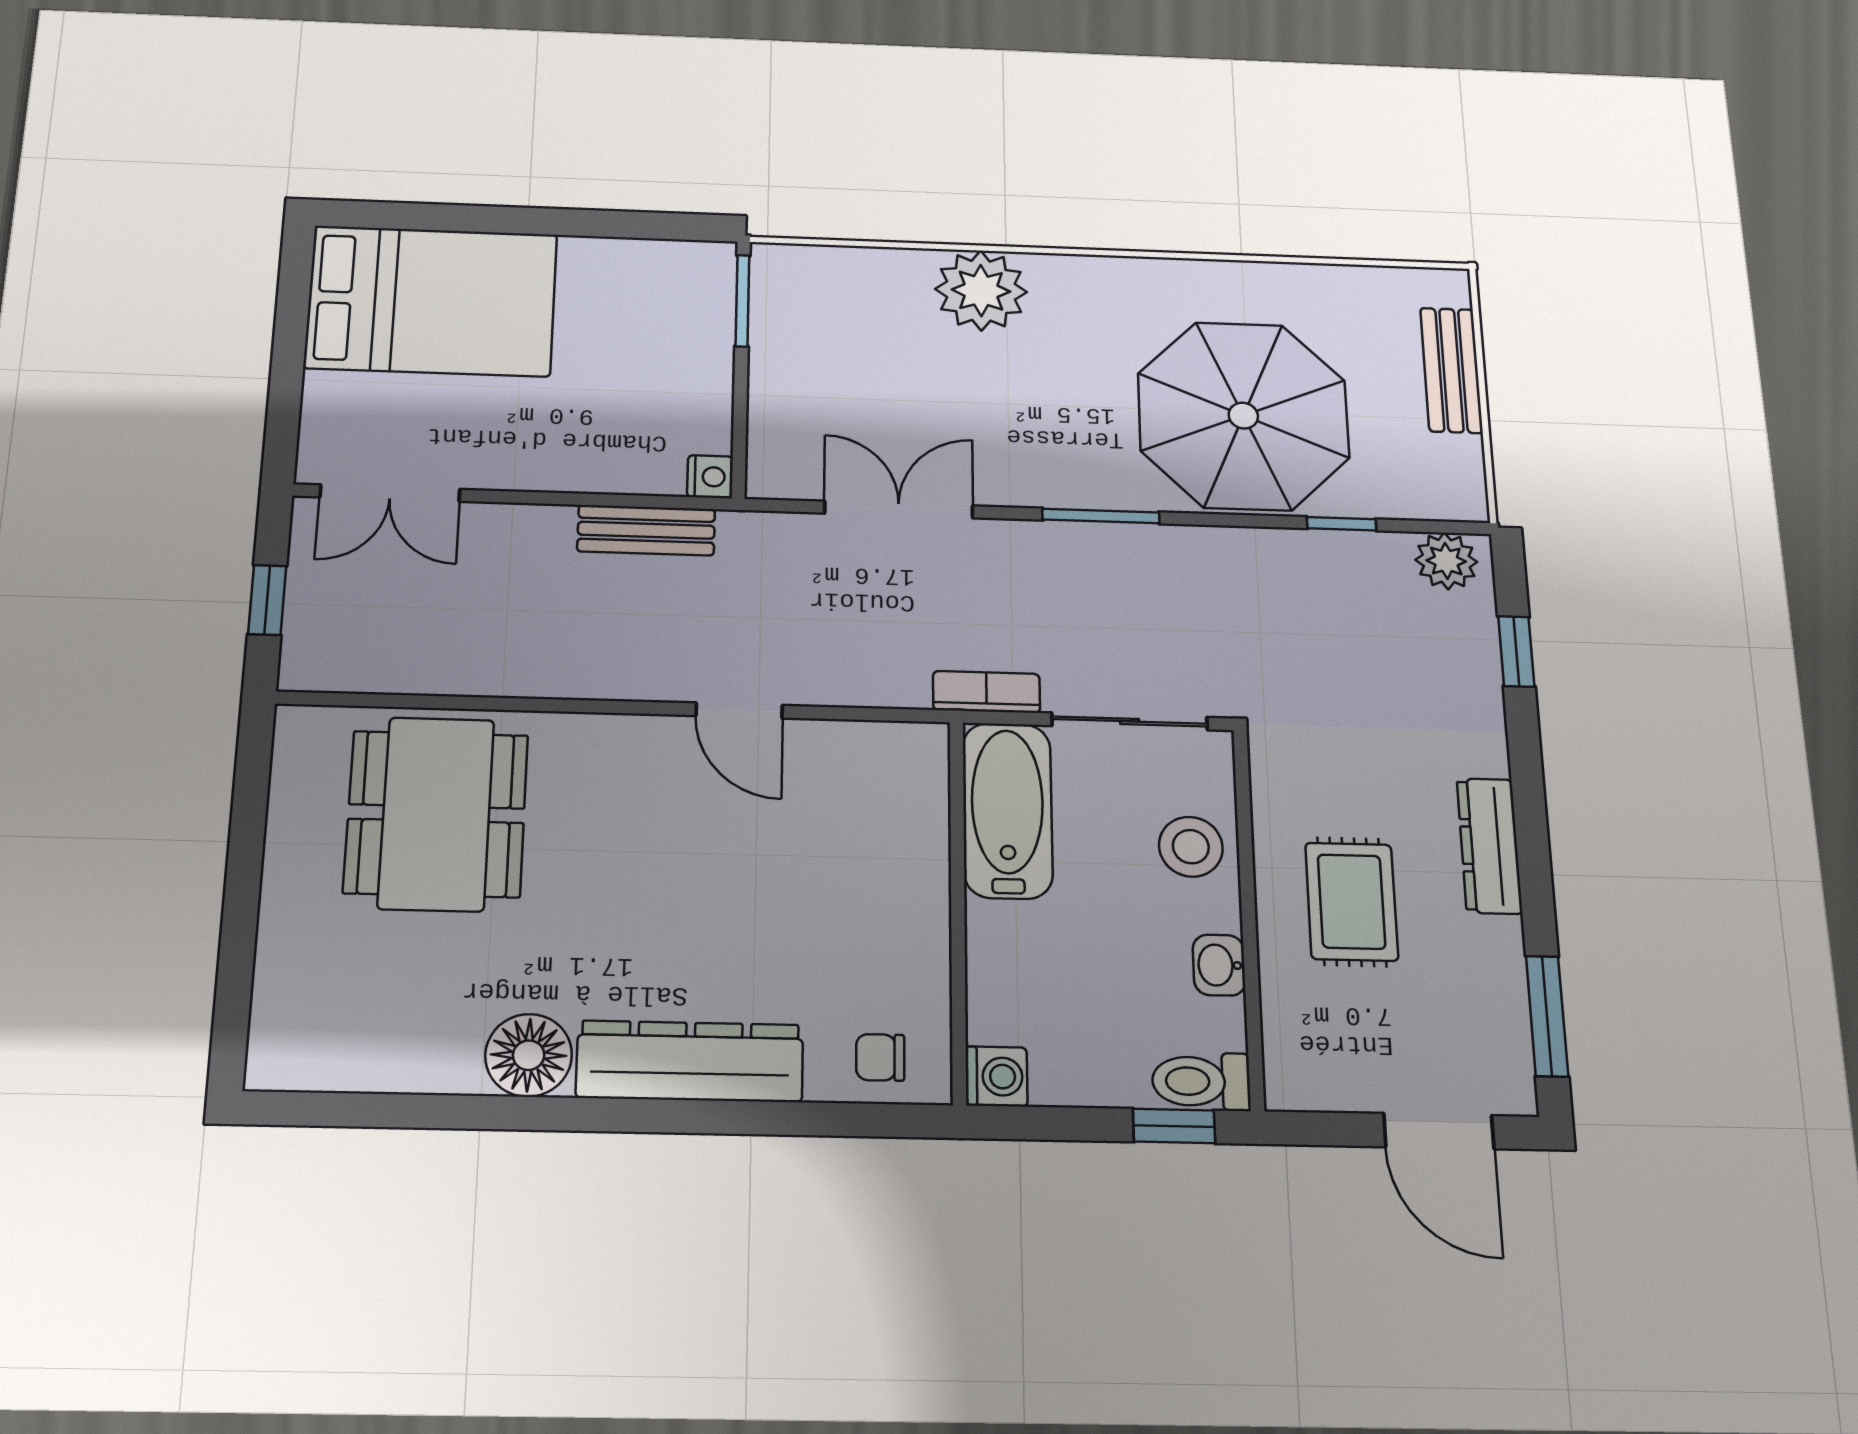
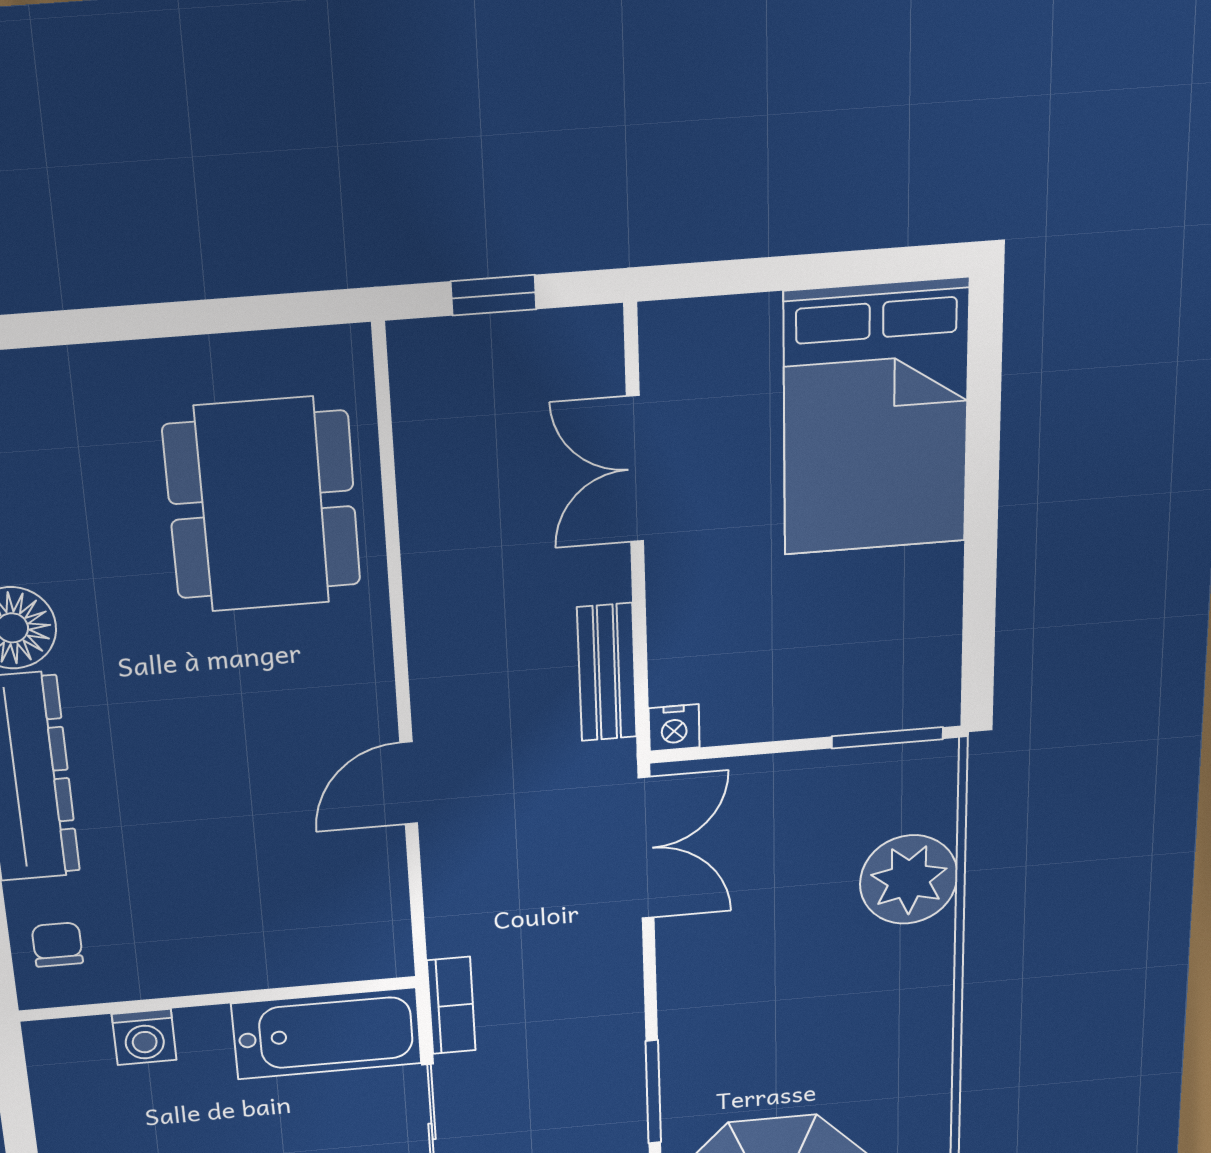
plant: (981, 291) -> (909, 880), moved
double door: (390, 493) -> (635, 469), moved
double door: (899, 510) -> (646, 848), moved
dining table: (436, 814) -> (262, 505), turned 90
washing machine: (996, 1076) -> (144, 1037), moved

